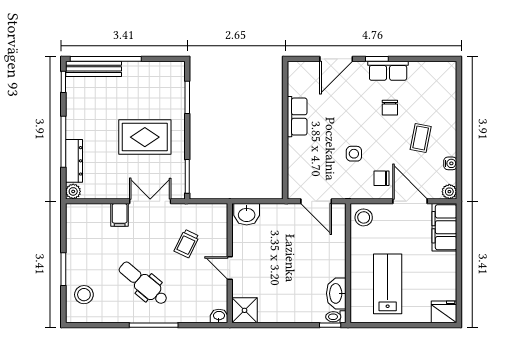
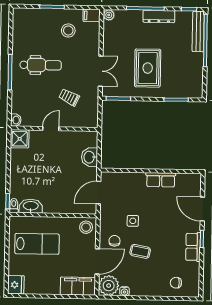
chair: (390, 108) -> (176, 283), moved
coffee table: (421, 138) -> (140, 251), moved
dresser: (74, 161) -> (159, 16), moved
plant: (449, 192) -> (109, 286), width x1.87, depth x1.87
washbasin: (247, 214) -> (90, 157), moved
filing cabinet: (120, 215) -> (92, 15), moved
dental chair: (143, 283) -> (41, 65), turned 50
stool: (84, 295) -> (68, 30), moved

